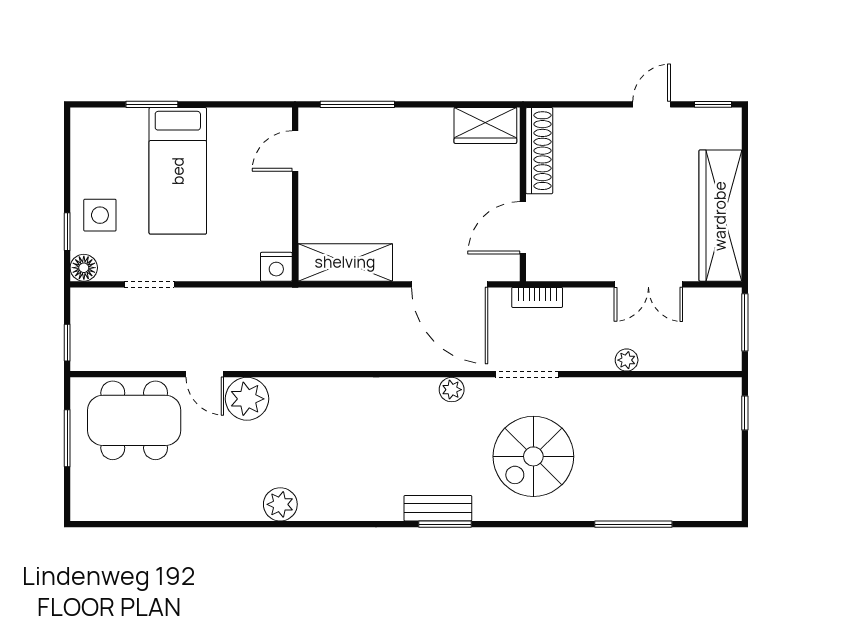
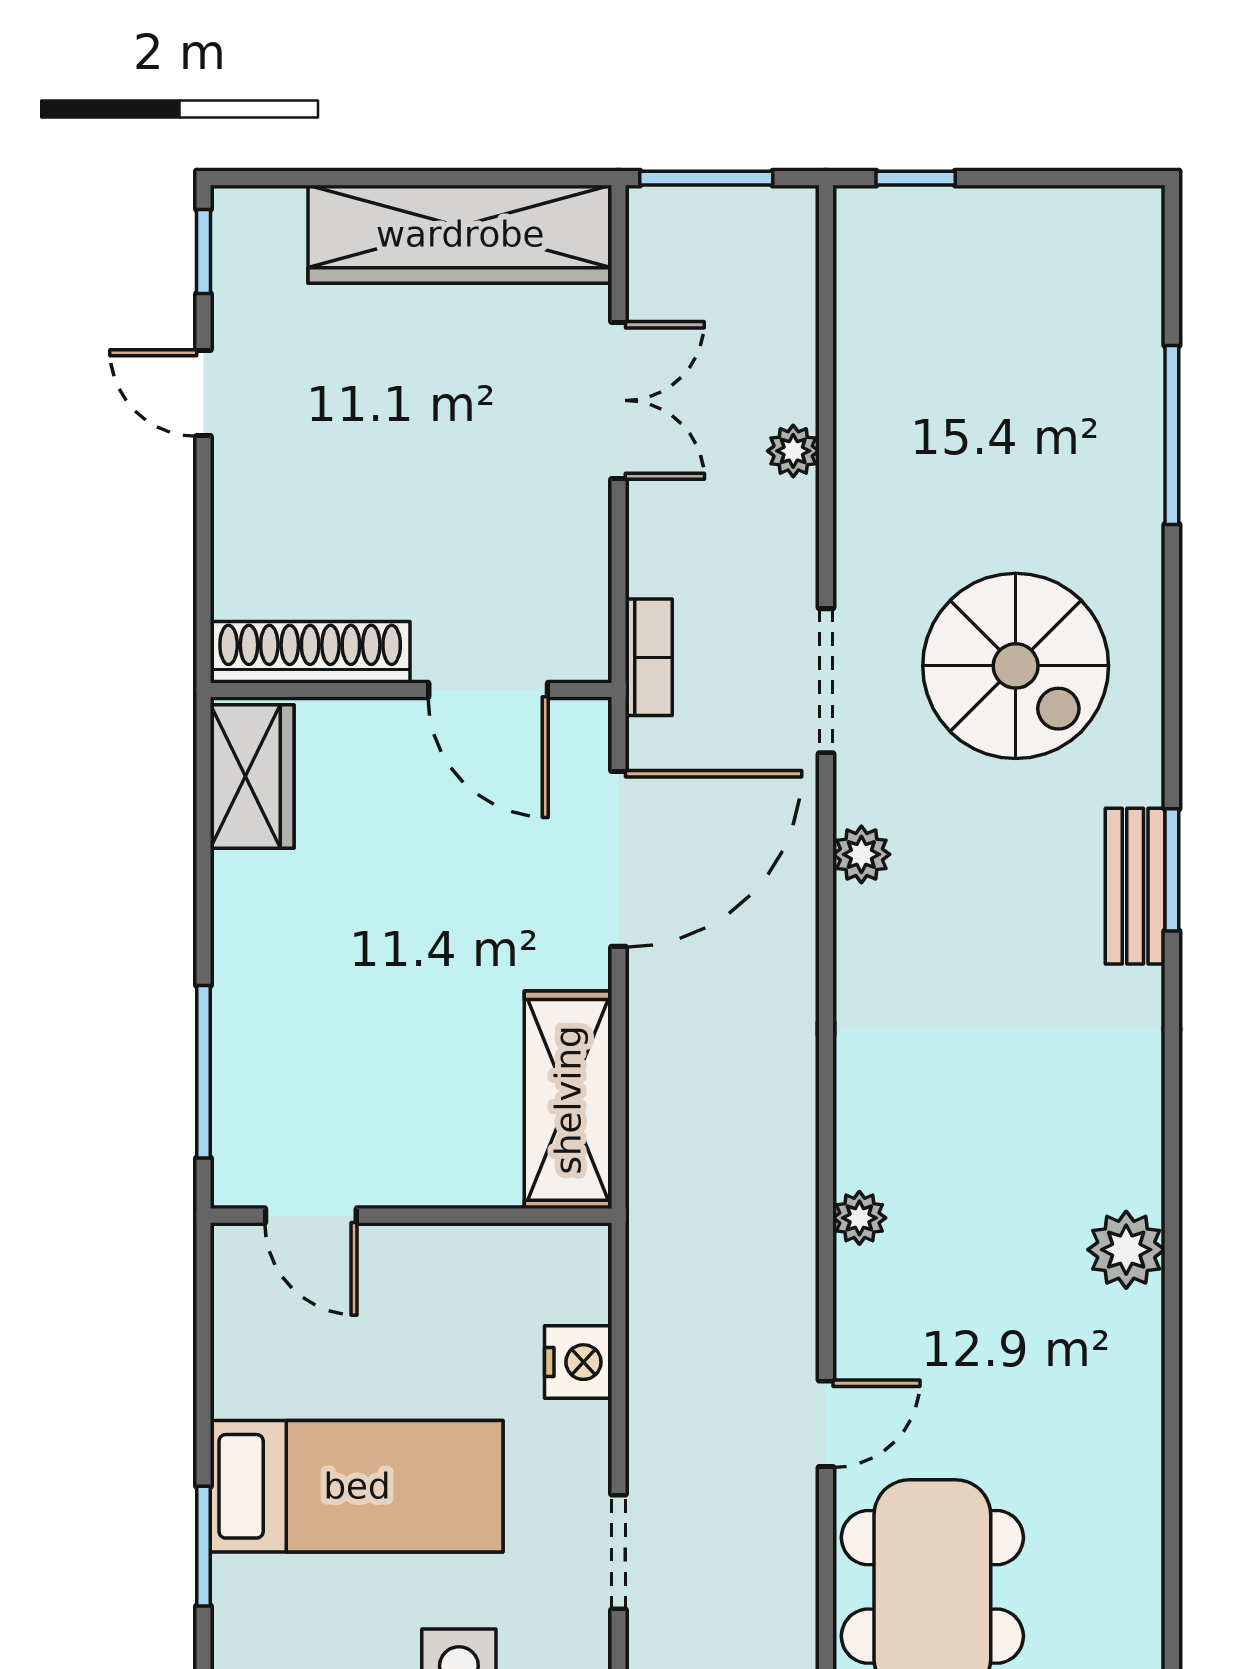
nightstand: (276, 267) -> (578, 1362), moved
plant: (247, 399) -> (859, 1218), moved, width x0.53, depth x0.53

